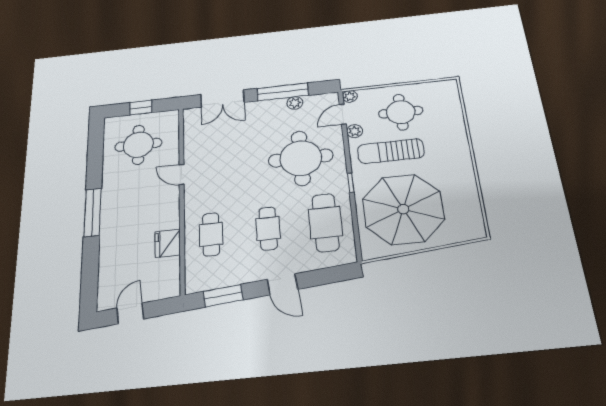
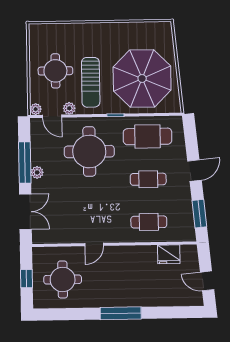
plant: (295, 103) -> (37, 172), moved
fridge: (168, 243) -> (169, 254), moved

